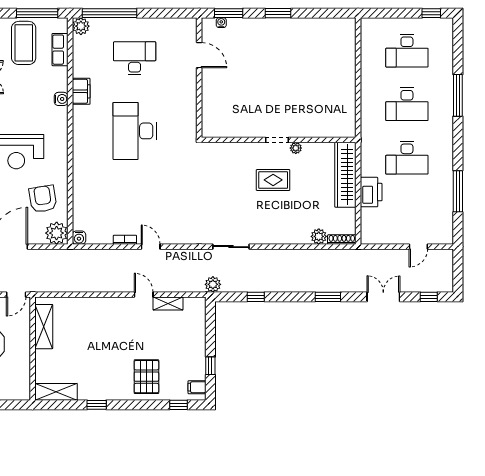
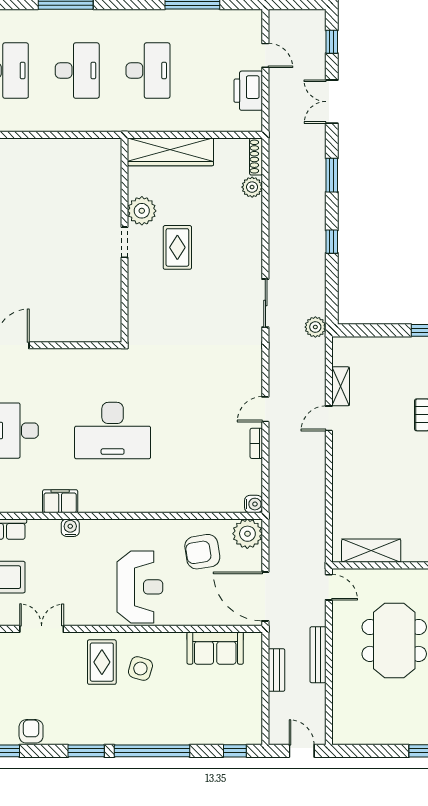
plant: (296, 148) -> (142, 211), width x1.87, depth x1.87
printer: (371, 192) -> (248, 91), moved, turned -90
window: (256, 297) -> (332, 242), moved

